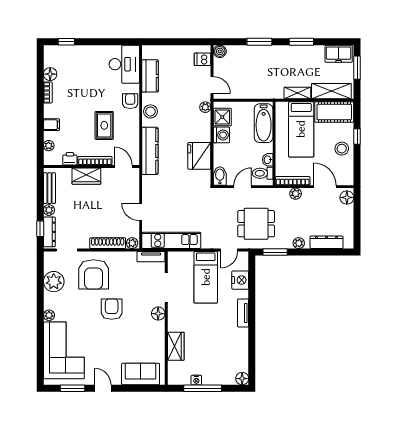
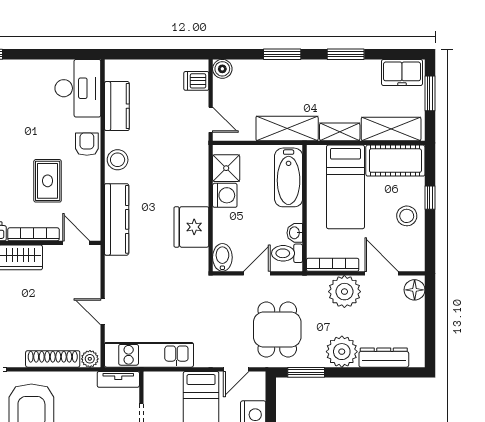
shelving: (263, 91) -> (287, 128), added
plant: (205, 107) -> (200, 153), removed
plant: (296, 194) -> (344, 292), width x1.88, depth x1.88
dining table: (256, 224) -> (277, 330), turned 90
plant: (299, 243) -> (342, 352), width x1.87, depth x1.87

